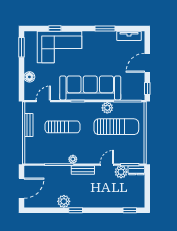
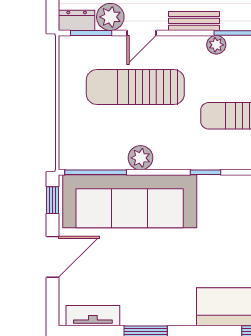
sofa: (90, 88) -> (130, 201), moved
sun lounger: (116, 127) -> (135, 87), moved

